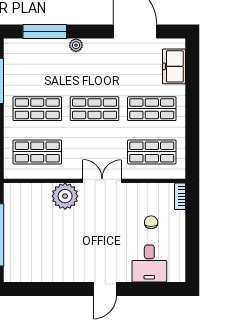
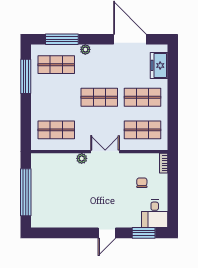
shop shelf: (37, 109) -> (56, 65), moved
plant: (65, 196) -> (82, 158), width x0.53, depth x0.53
desk: (149, 263) -> (155, 214), moved
window: (153, 289) -> (144, 233), added

